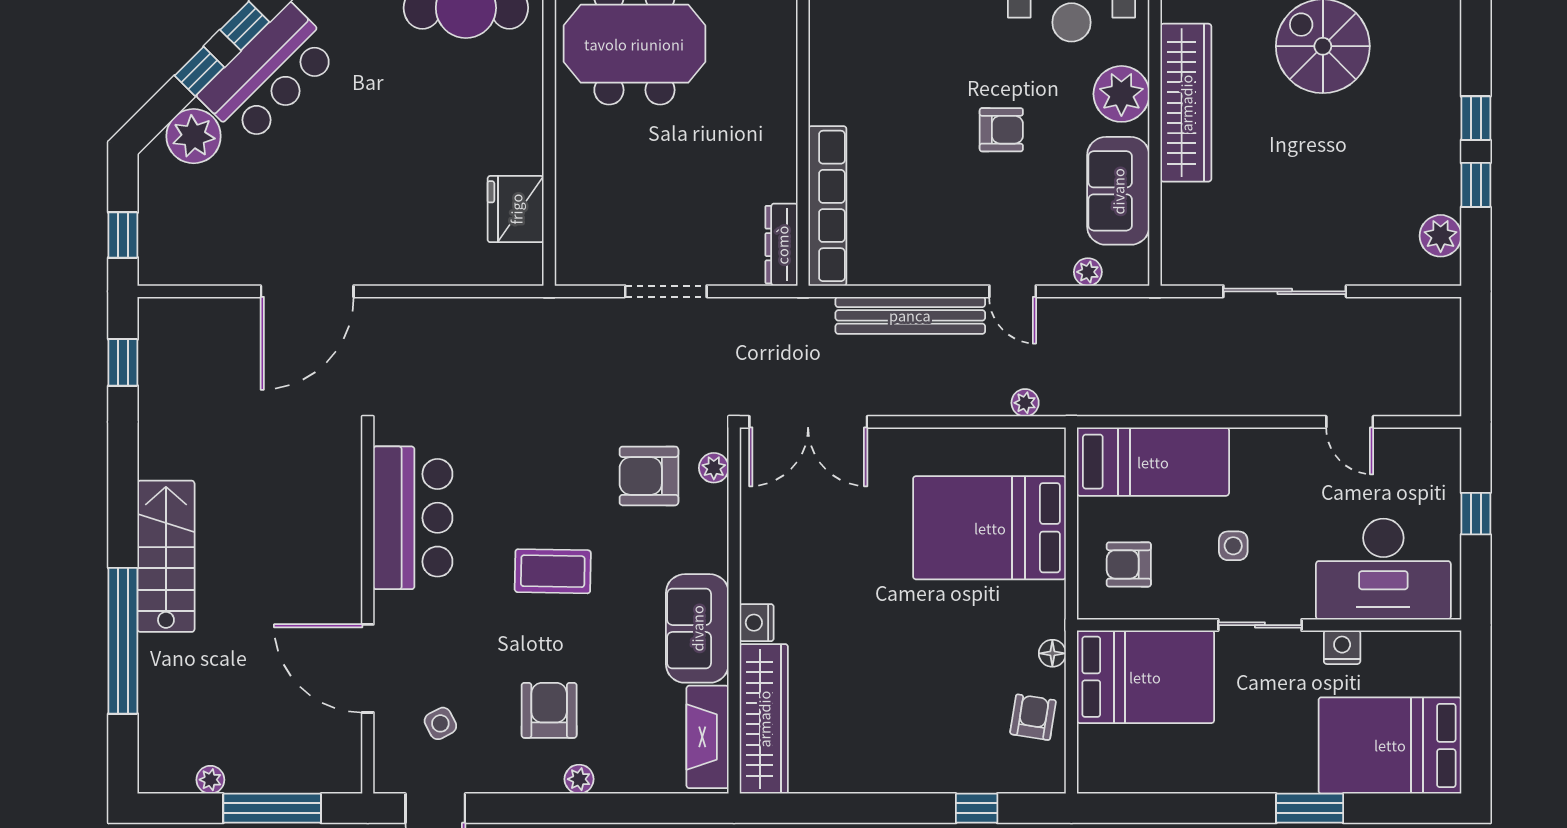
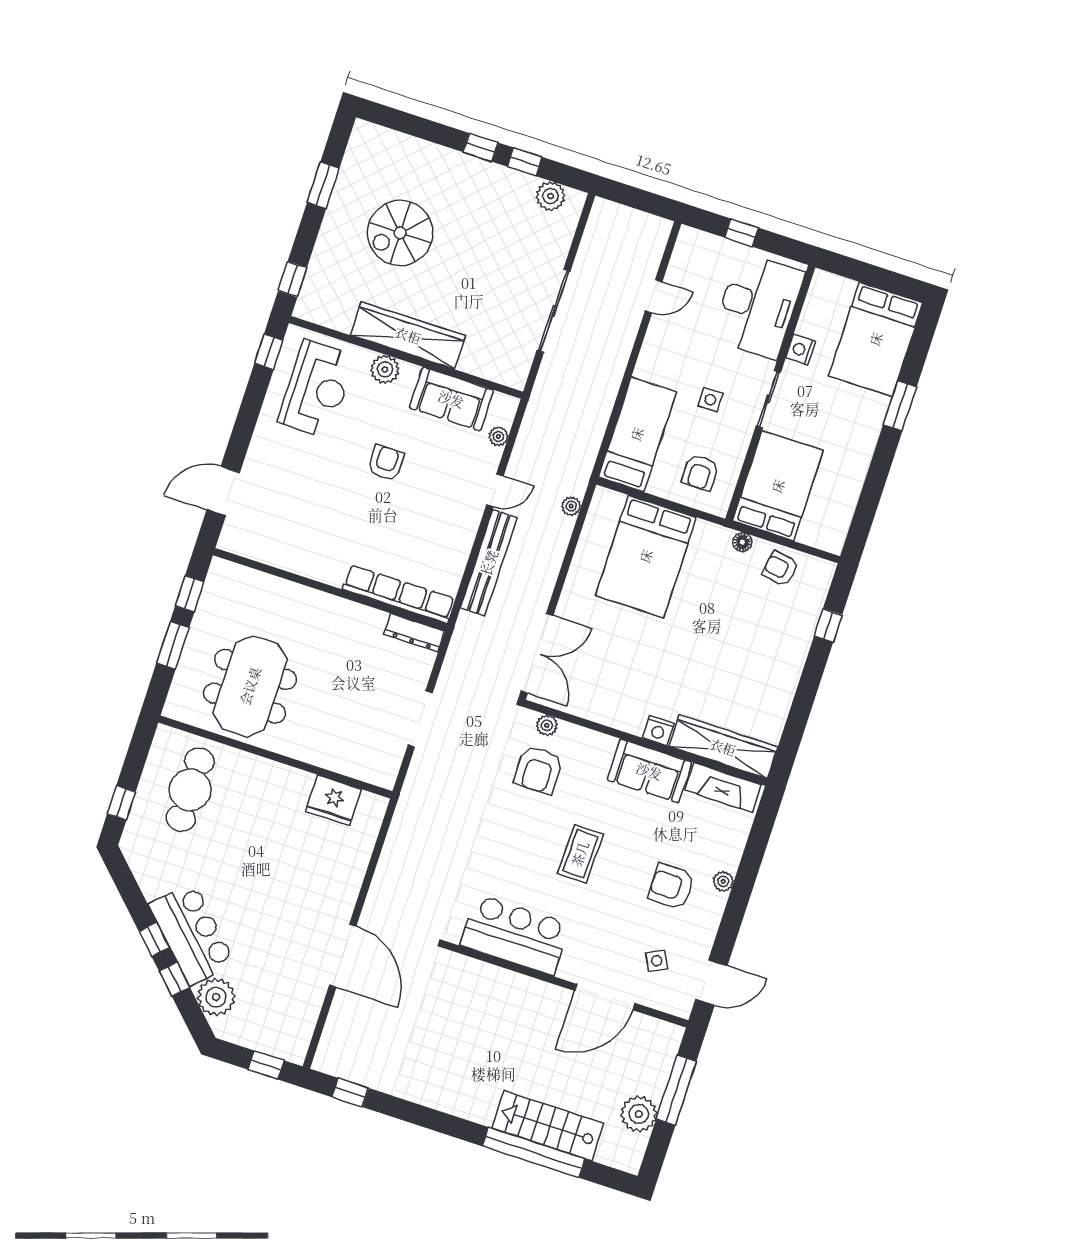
plant: (1121, 94) -> (385, 369), width x0.73, depth x0.73
stairs: (166, 556) -> (548, 1126), moved
plant: (210, 780) -> (639, 1114), width x1.87, depth x1.87

